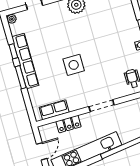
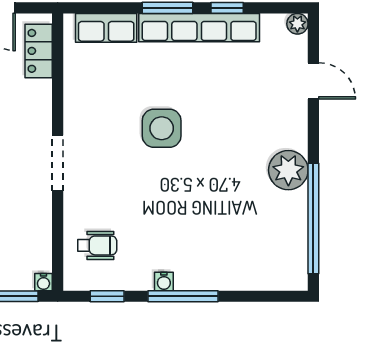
row of seats: (54, 110) -> (106, 28), moved, turned 90
locker: (69, 124) -> (39, 51), moved

